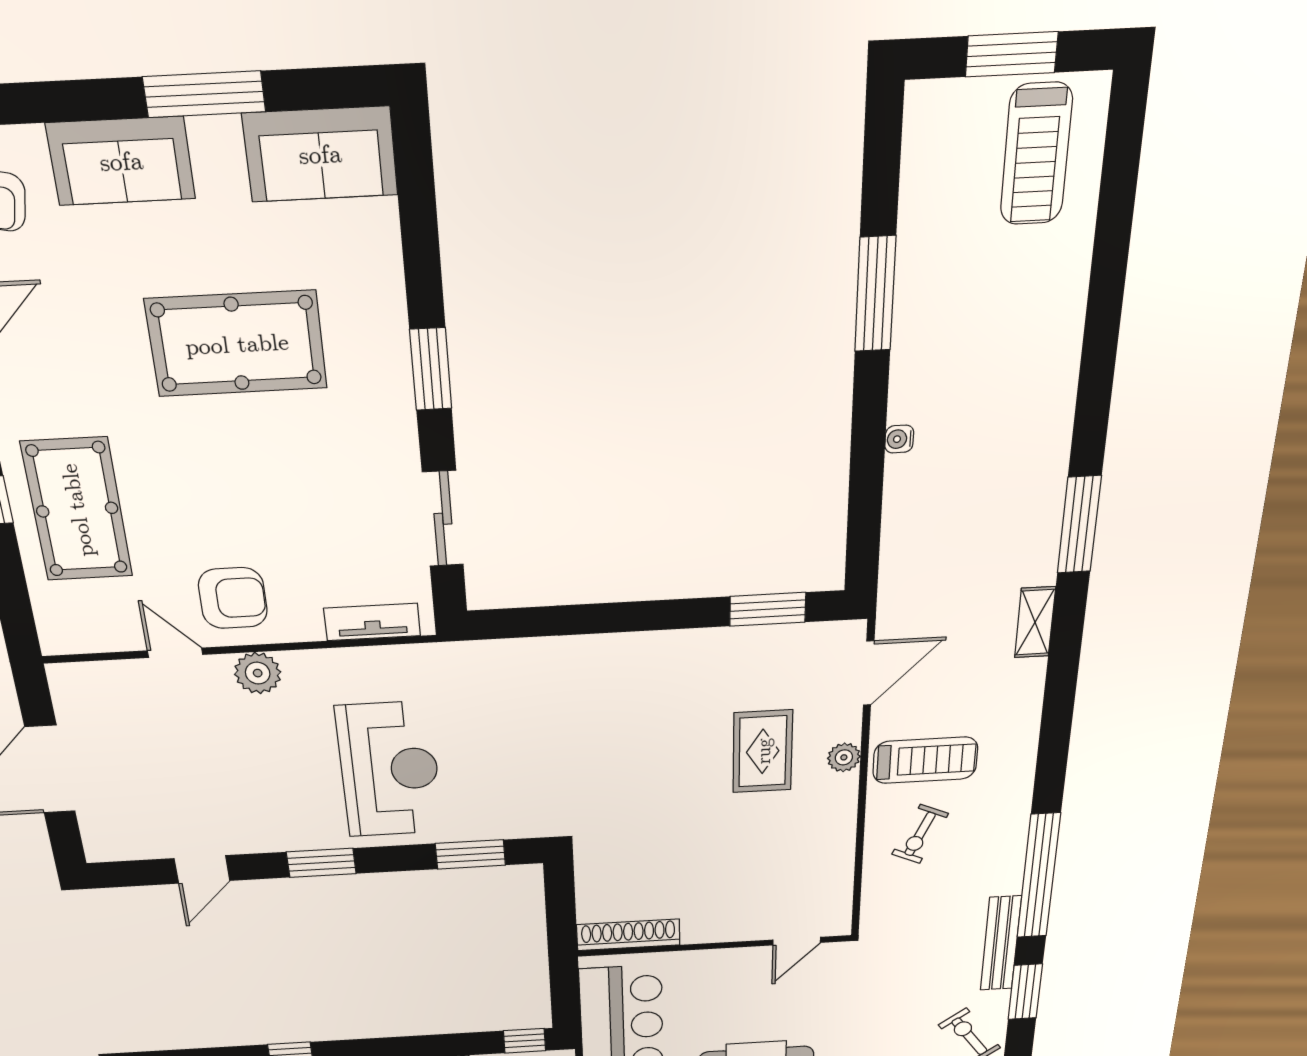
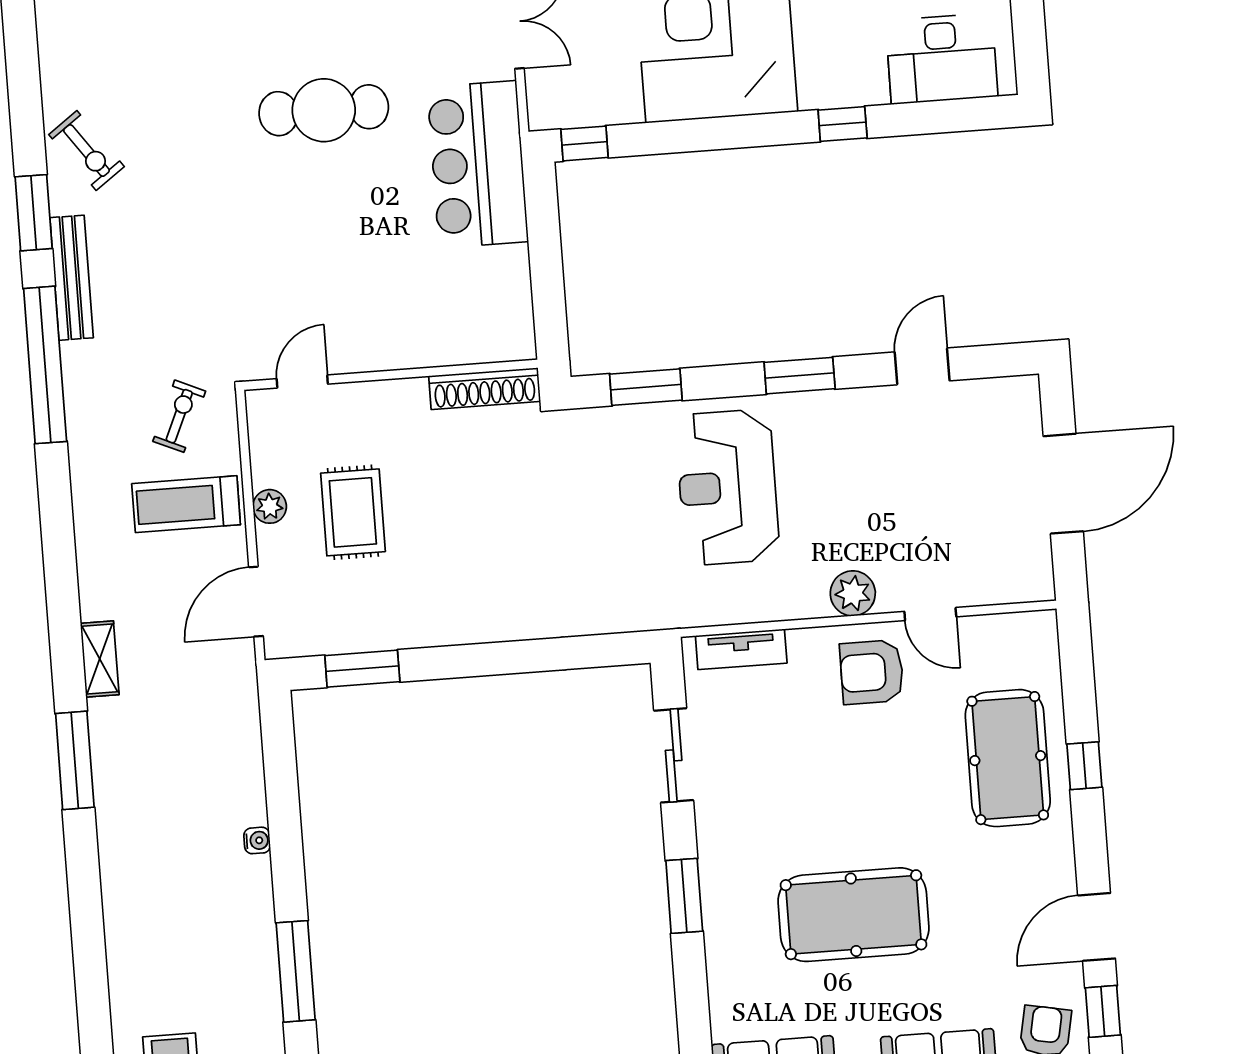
shoe rack: (628, 935) -> (485, 389), moved
door: (797, 941) -> (302, 381), moved
wall: (715, 946) -> (391, 375), moved

